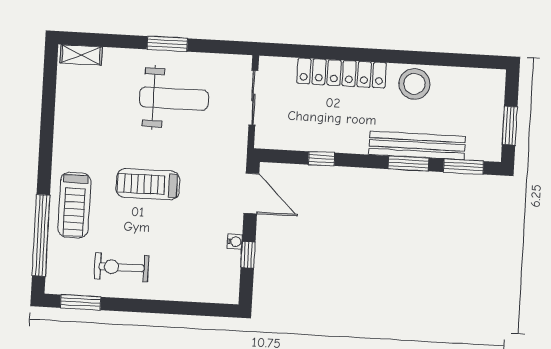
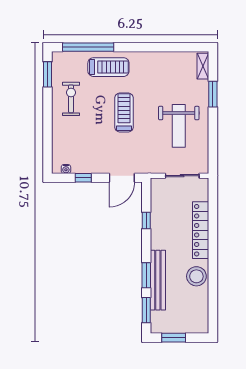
window: (167, 44) -> (213, 94), moved
treadmill: (74, 205) -> (108, 67), turned 180
water cooler: (235, 242) -> (66, 169), moved

